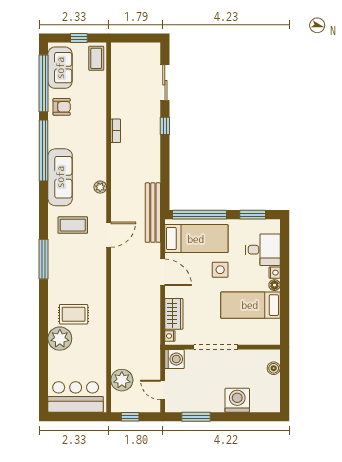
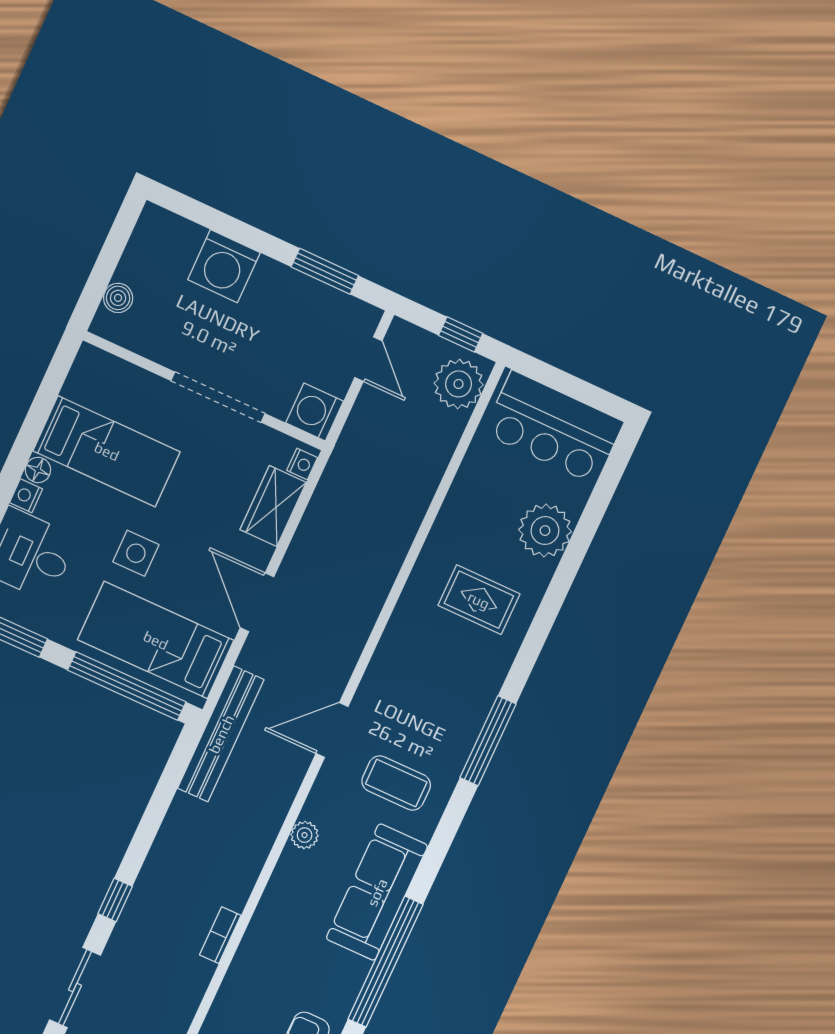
plant: (60, 339) -> (545, 531), moved
plant: (122, 380) -> (459, 384), moved

